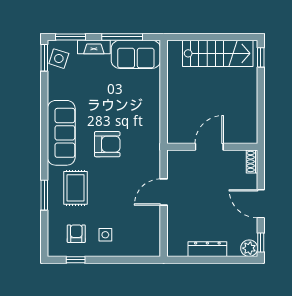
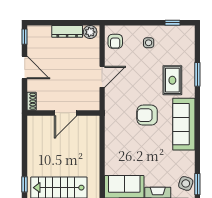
armchair: (76, 234) -> (115, 41), moved
plant: (249, 248) -> (90, 32), moved

